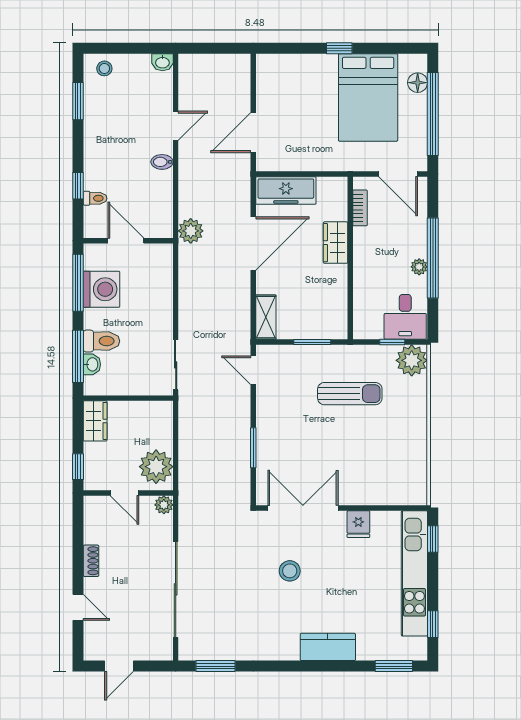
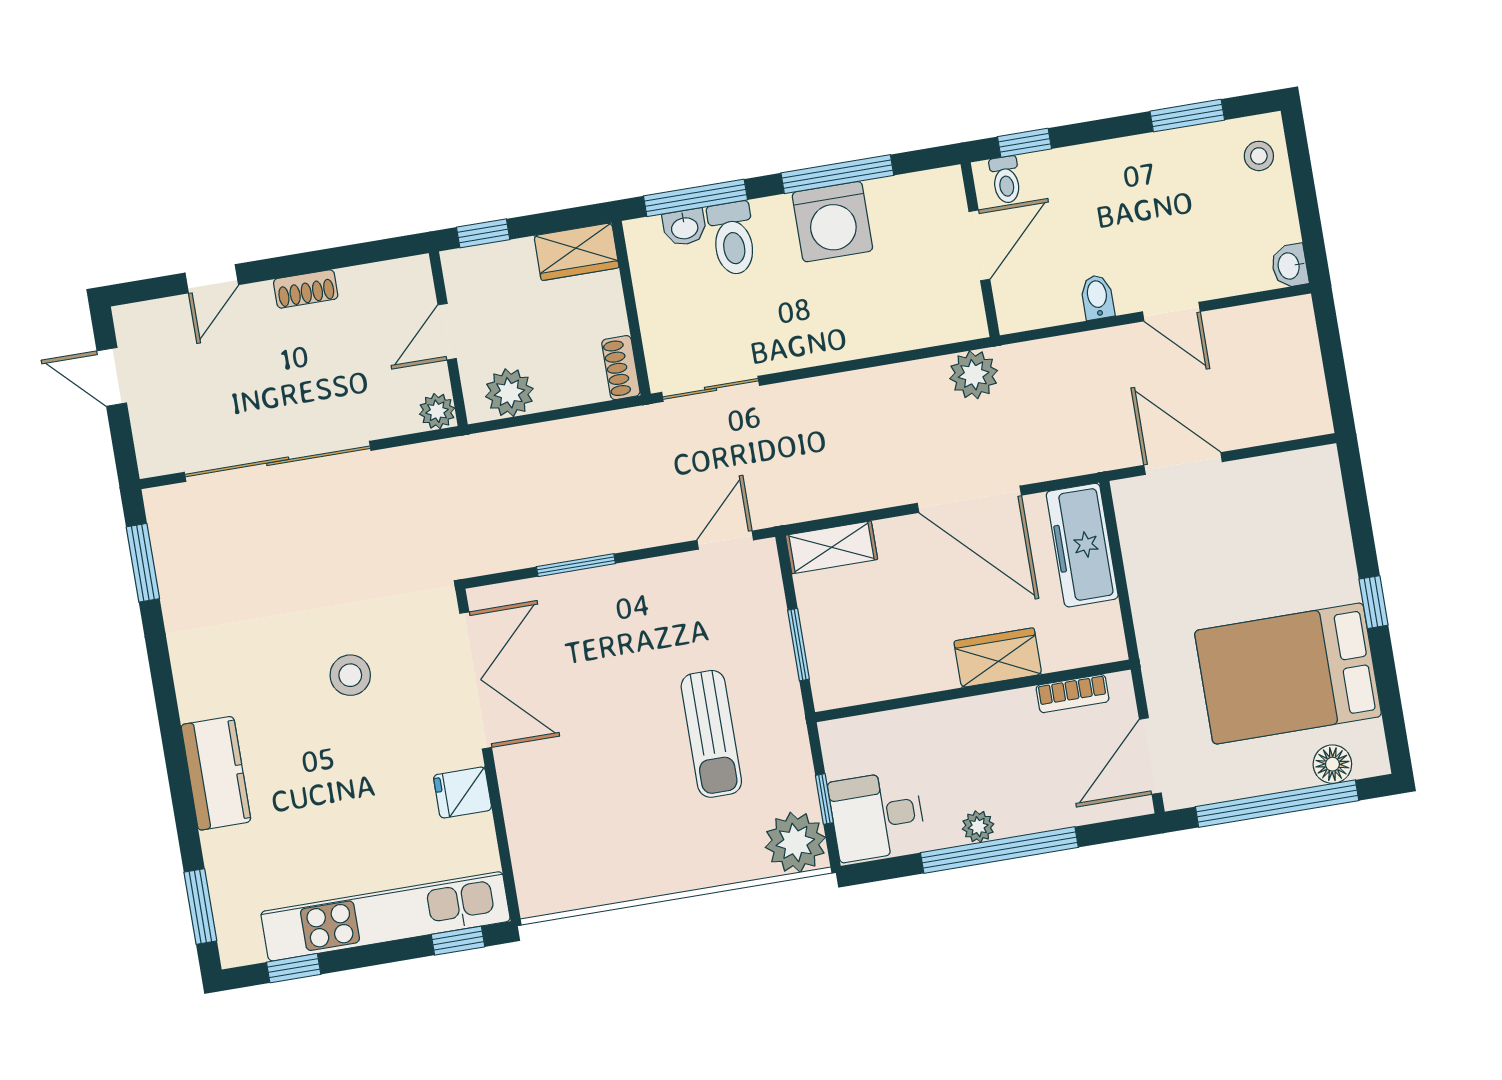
door: (126, 241) -> (979, 245), moved
wall: (128, 241) -> (980, 250), moved
shoe rack: (157, 408) -> (621, 368), added
plant: (156, 467) -> (509, 393), width x0.73, depth x0.73

